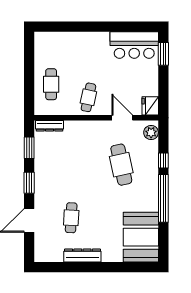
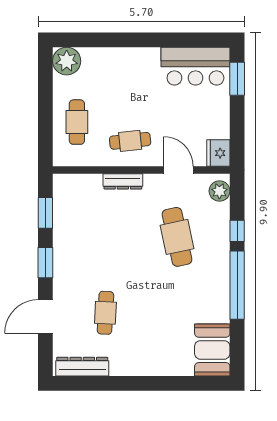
plant: (44, 41) -> (67, 61), added
cafe table: (88, 97) -> (130, 141), turned 72
dresser: (50, 126) -> (123, 181), moved
booth: (141, 237) -> (212, 350), width x0.73, depth x0.70
dresser: (82, 255) -> (82, 367), moved

